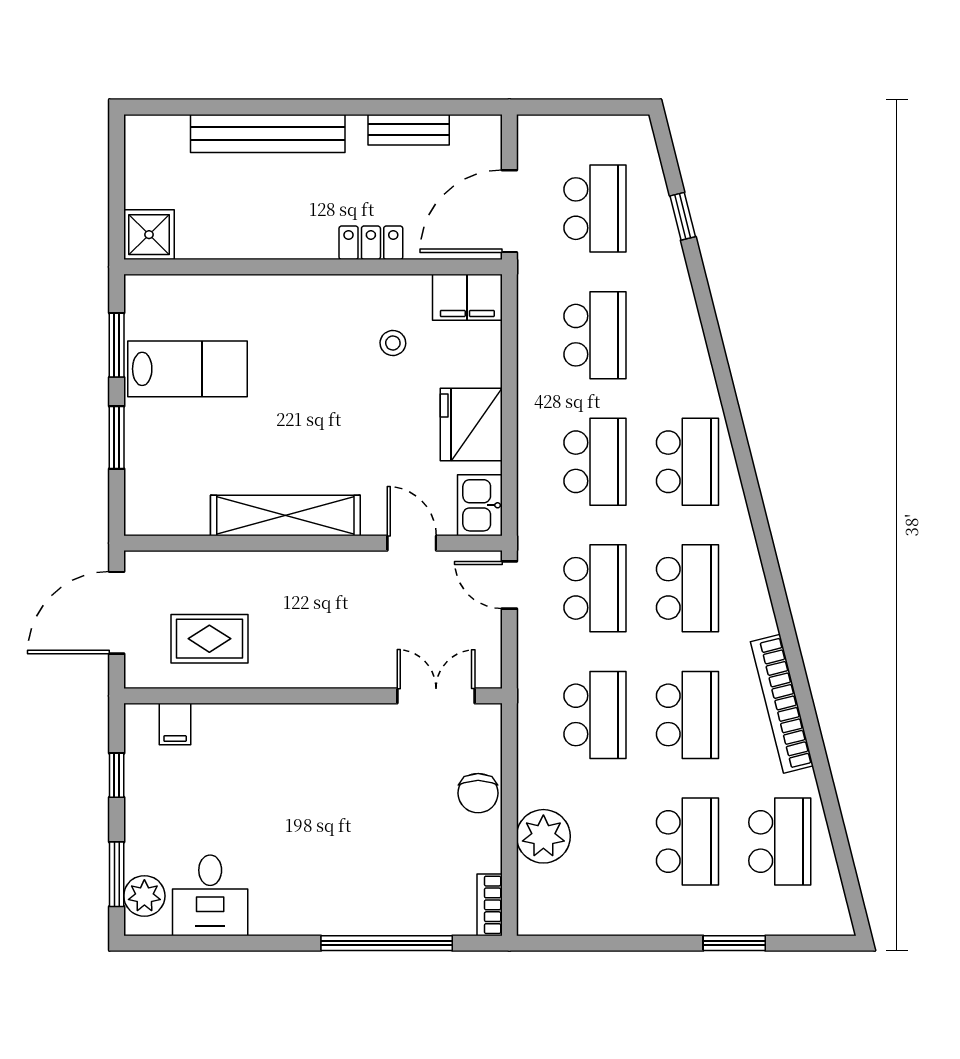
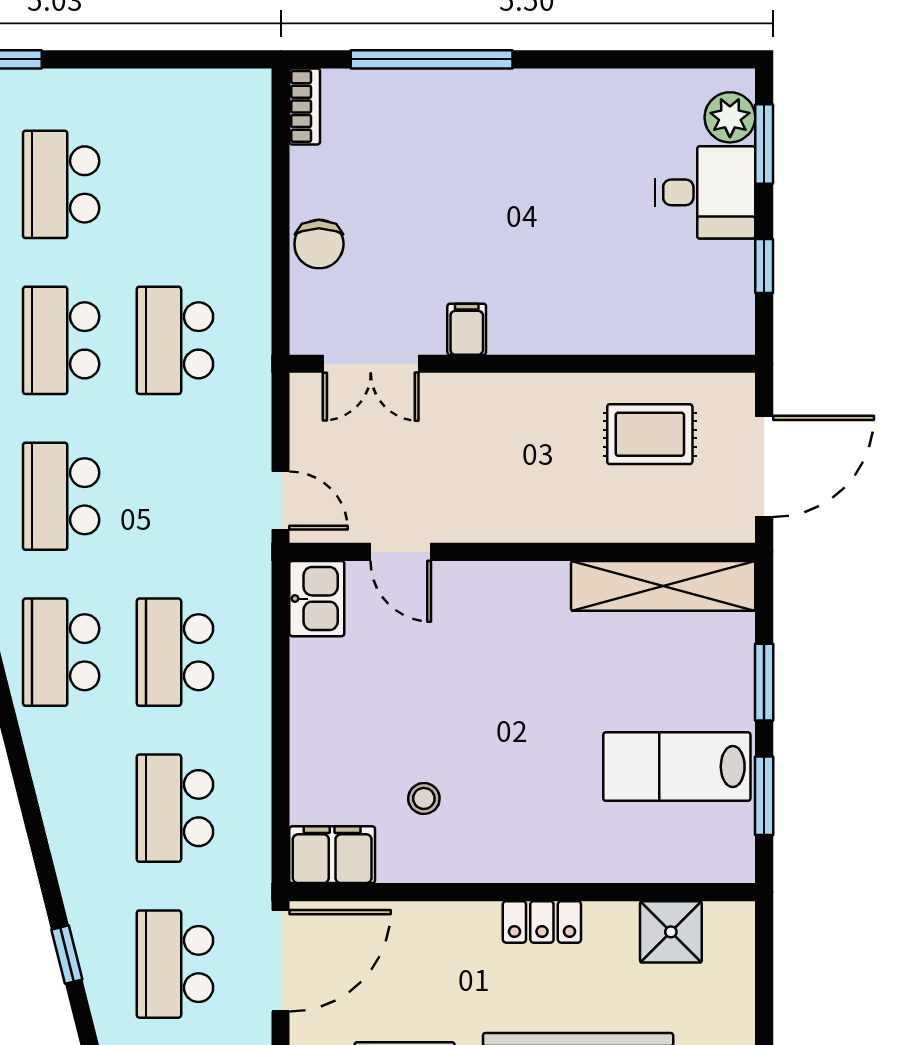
shower: (149, 235) -> (671, 932), moved
locker: (371, 243) -> (542, 922), moved
fridge: (471, 424) -> (327, 698), removed
shelving: (285, 516) -> (663, 586), moved
school desk: (595, 588) -> (175, 496), removed
filing cabinet: (175, 724) -> (467, 329), moved
chair: (478, 793) -> (319, 244), turned 180
plant: (543, 836) -> (239, 191), removed
desk: (210, 895) -> (705, 192), moved, turned 90

